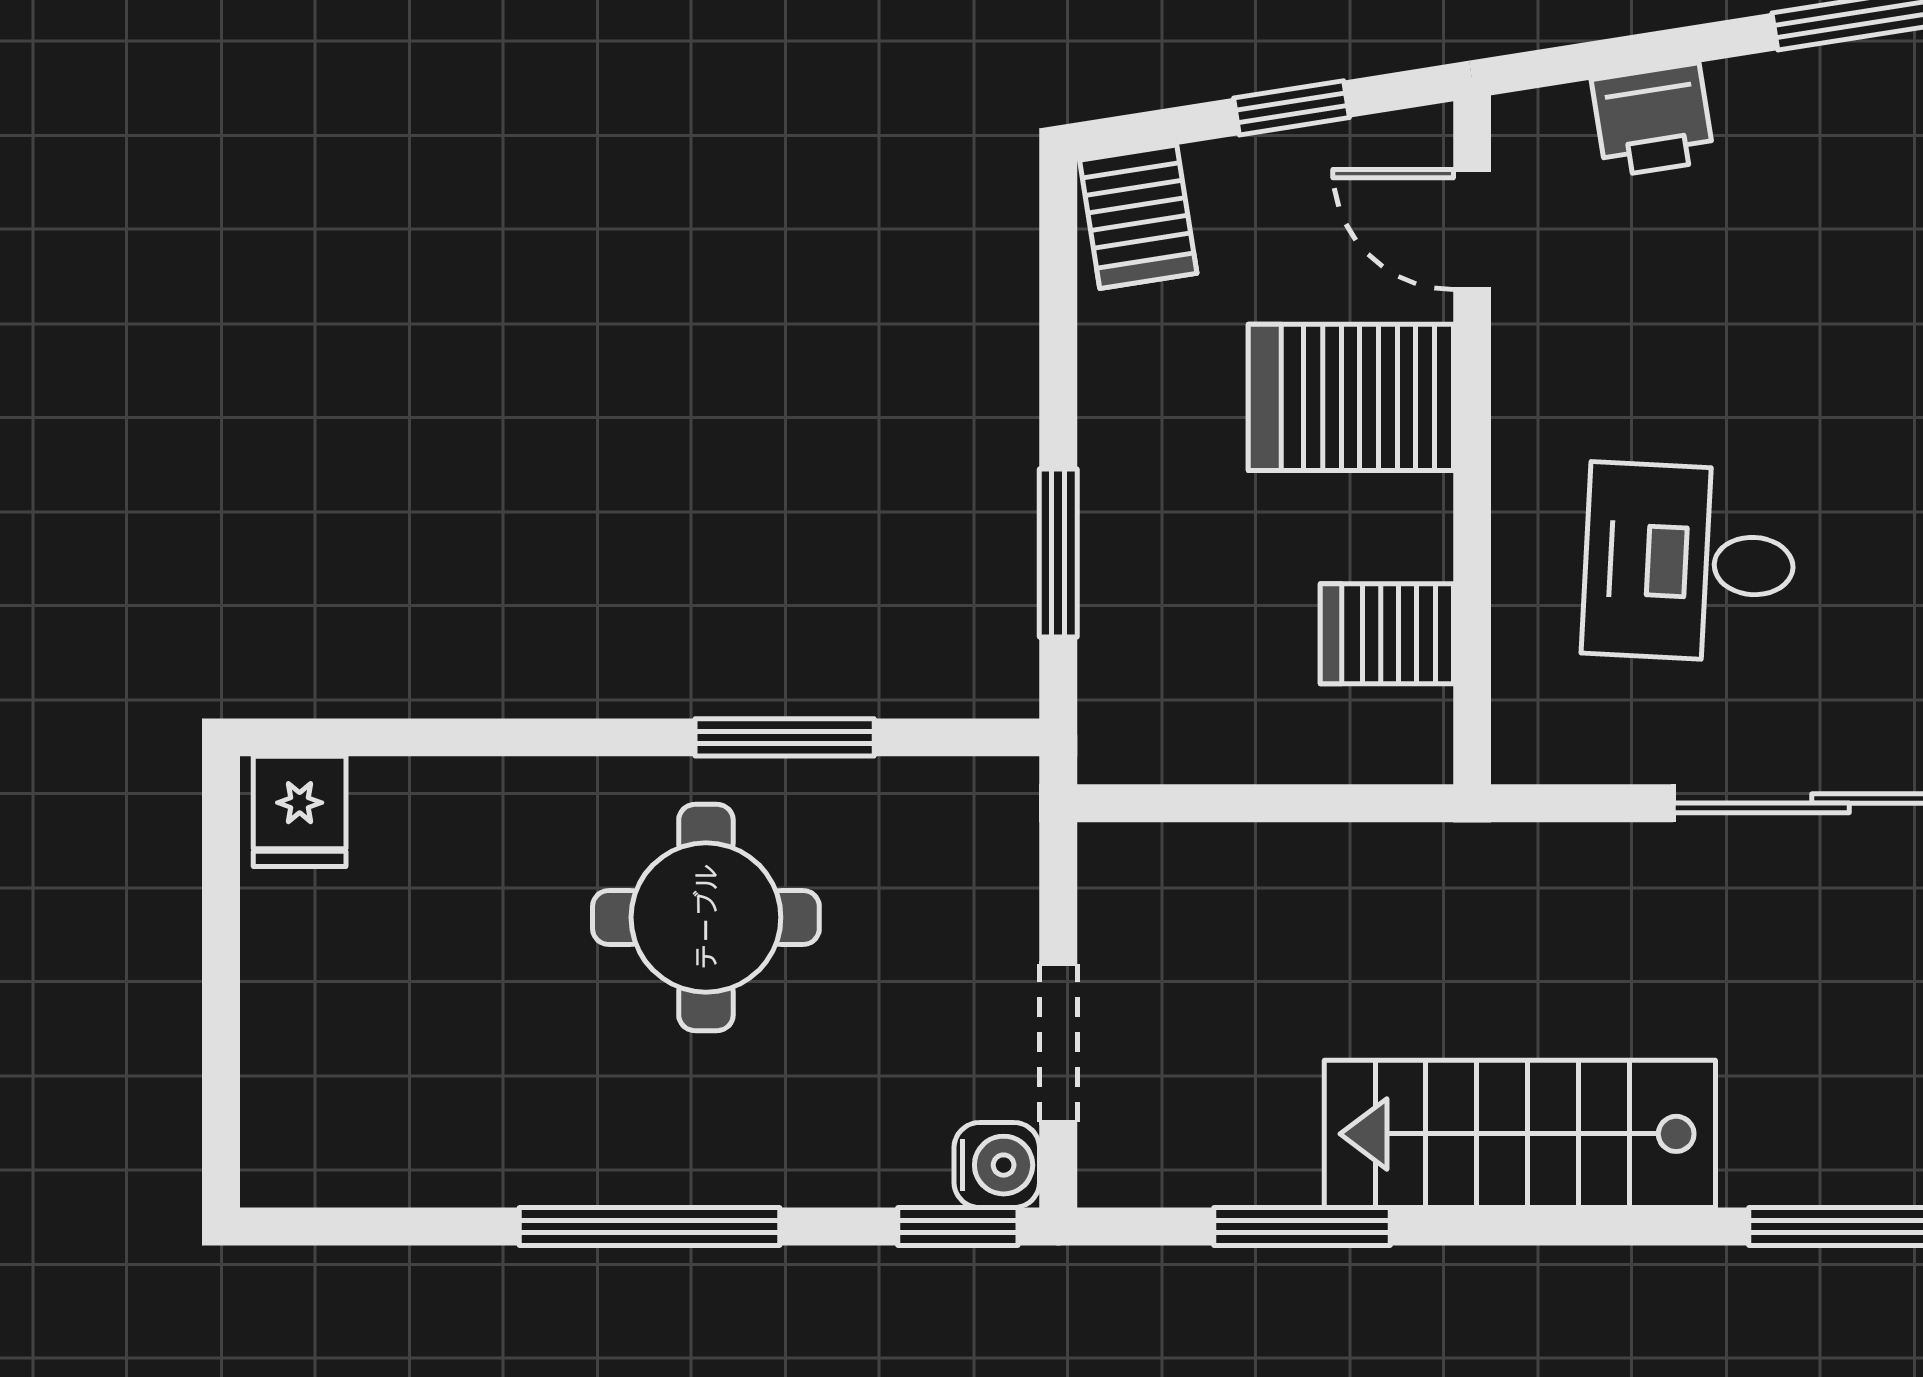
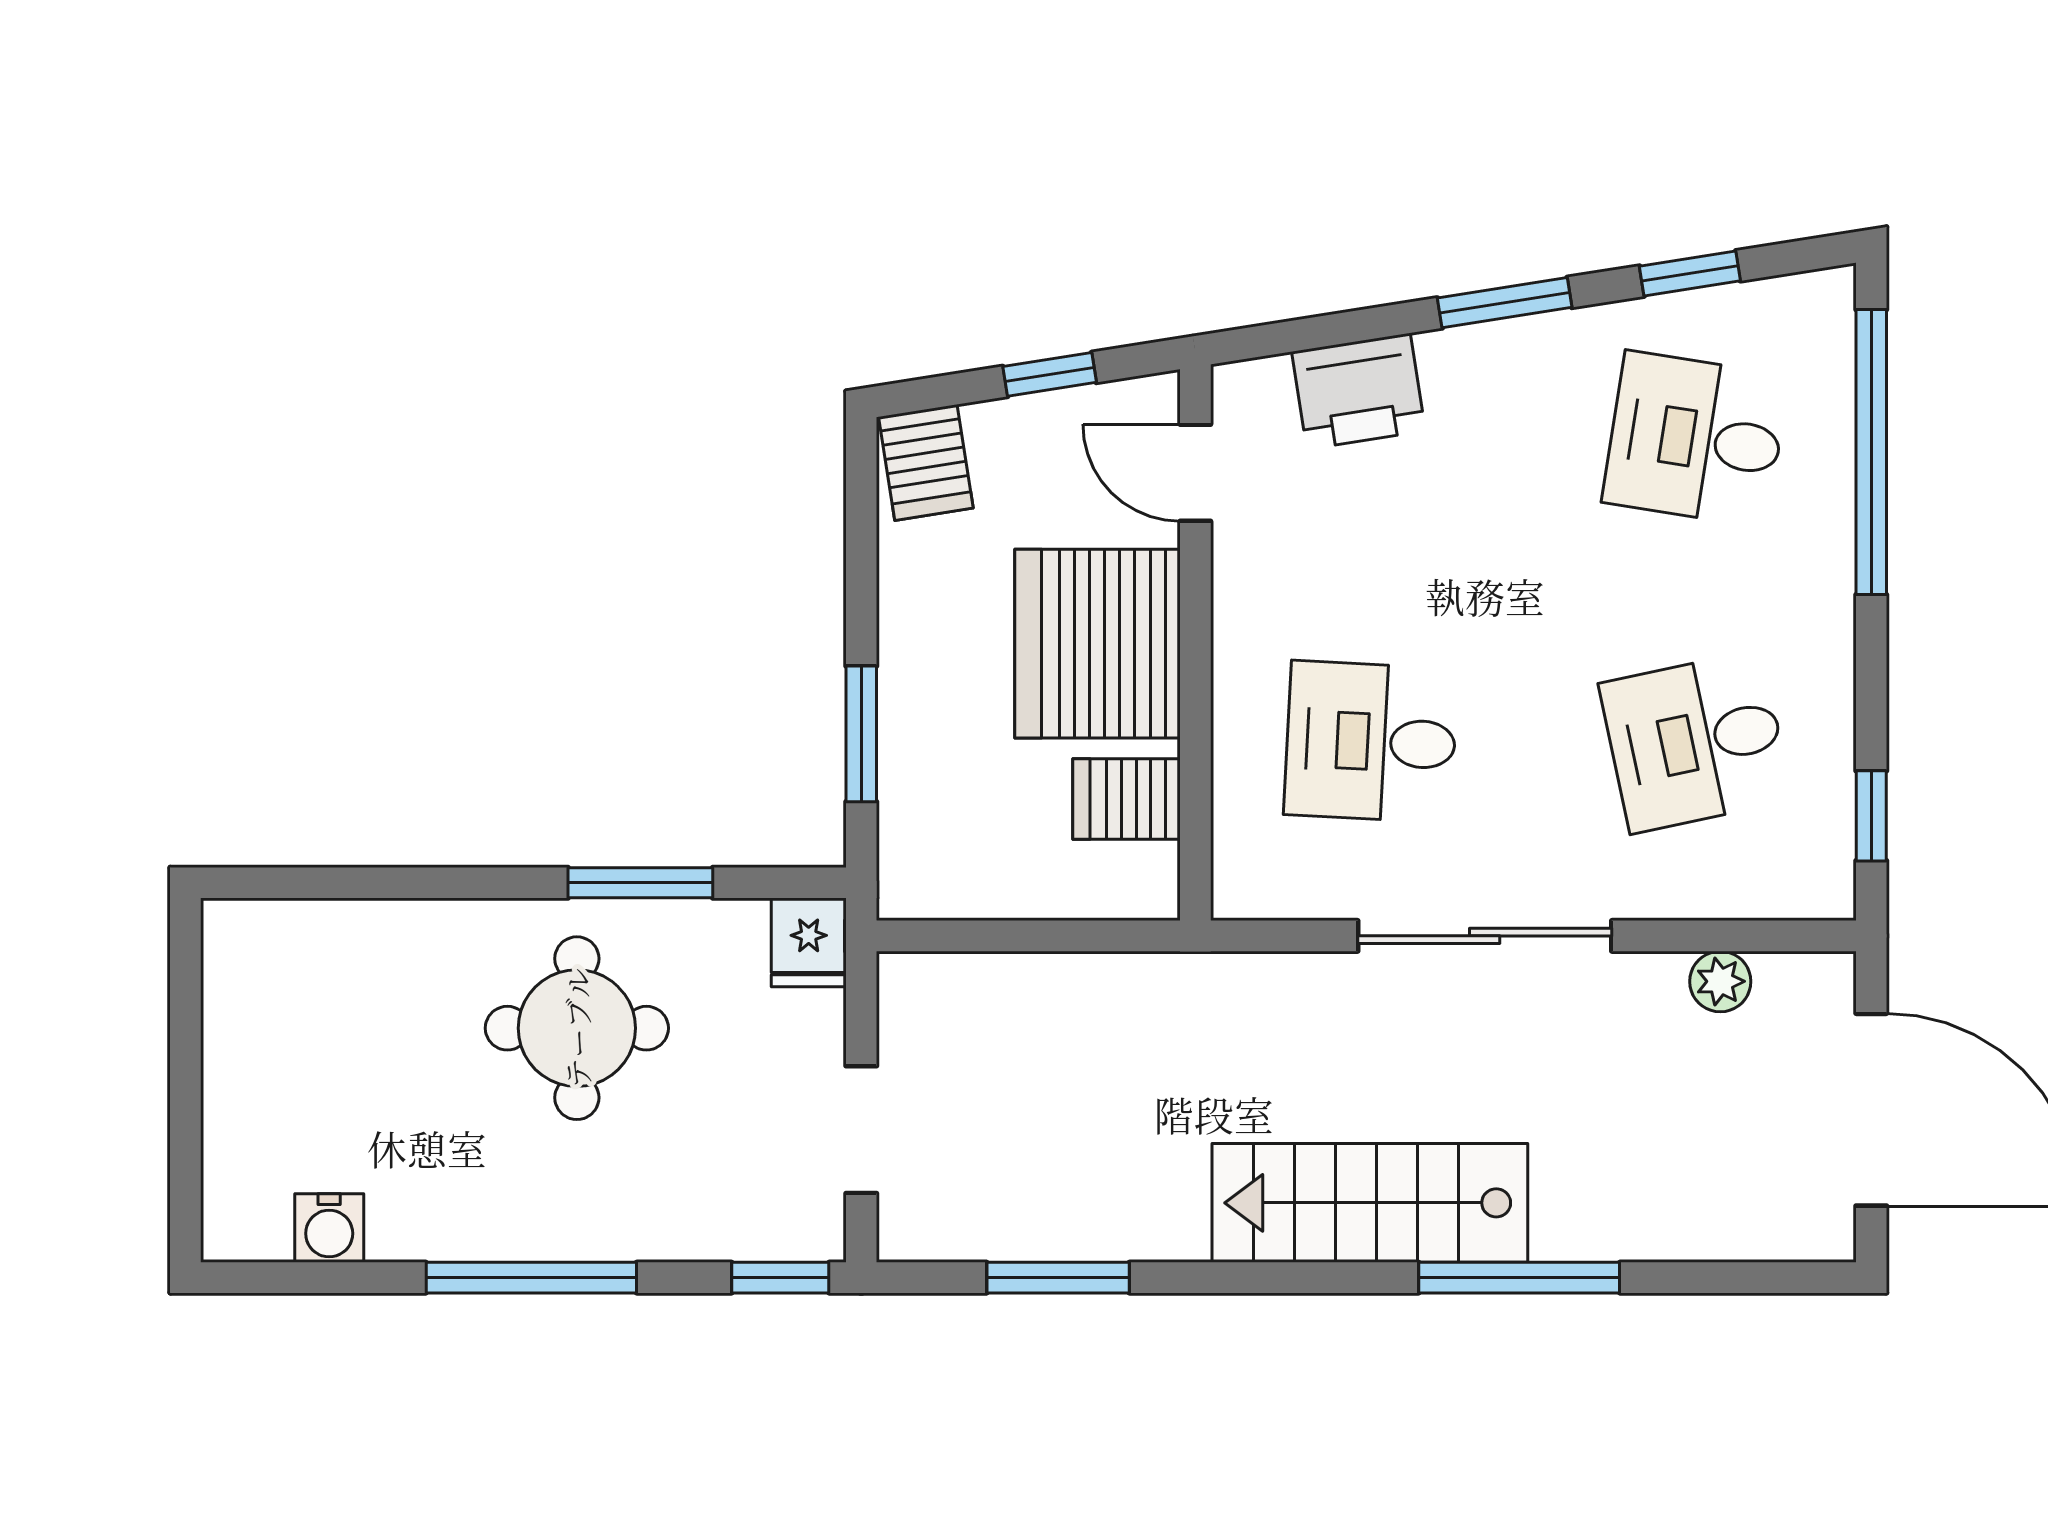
printer: (1653, 120) -> (1359, 391), width x1.36, depth x1.24
server rack: (1351, 397) -> (1097, 644), width x1.60
fridge: (300, 811) -> (809, 942), moved
stairs: (1520, 1134) -> (1370, 1203), moved
water cooler: (997, 1165) -> (329, 1228), moved, turned 90

